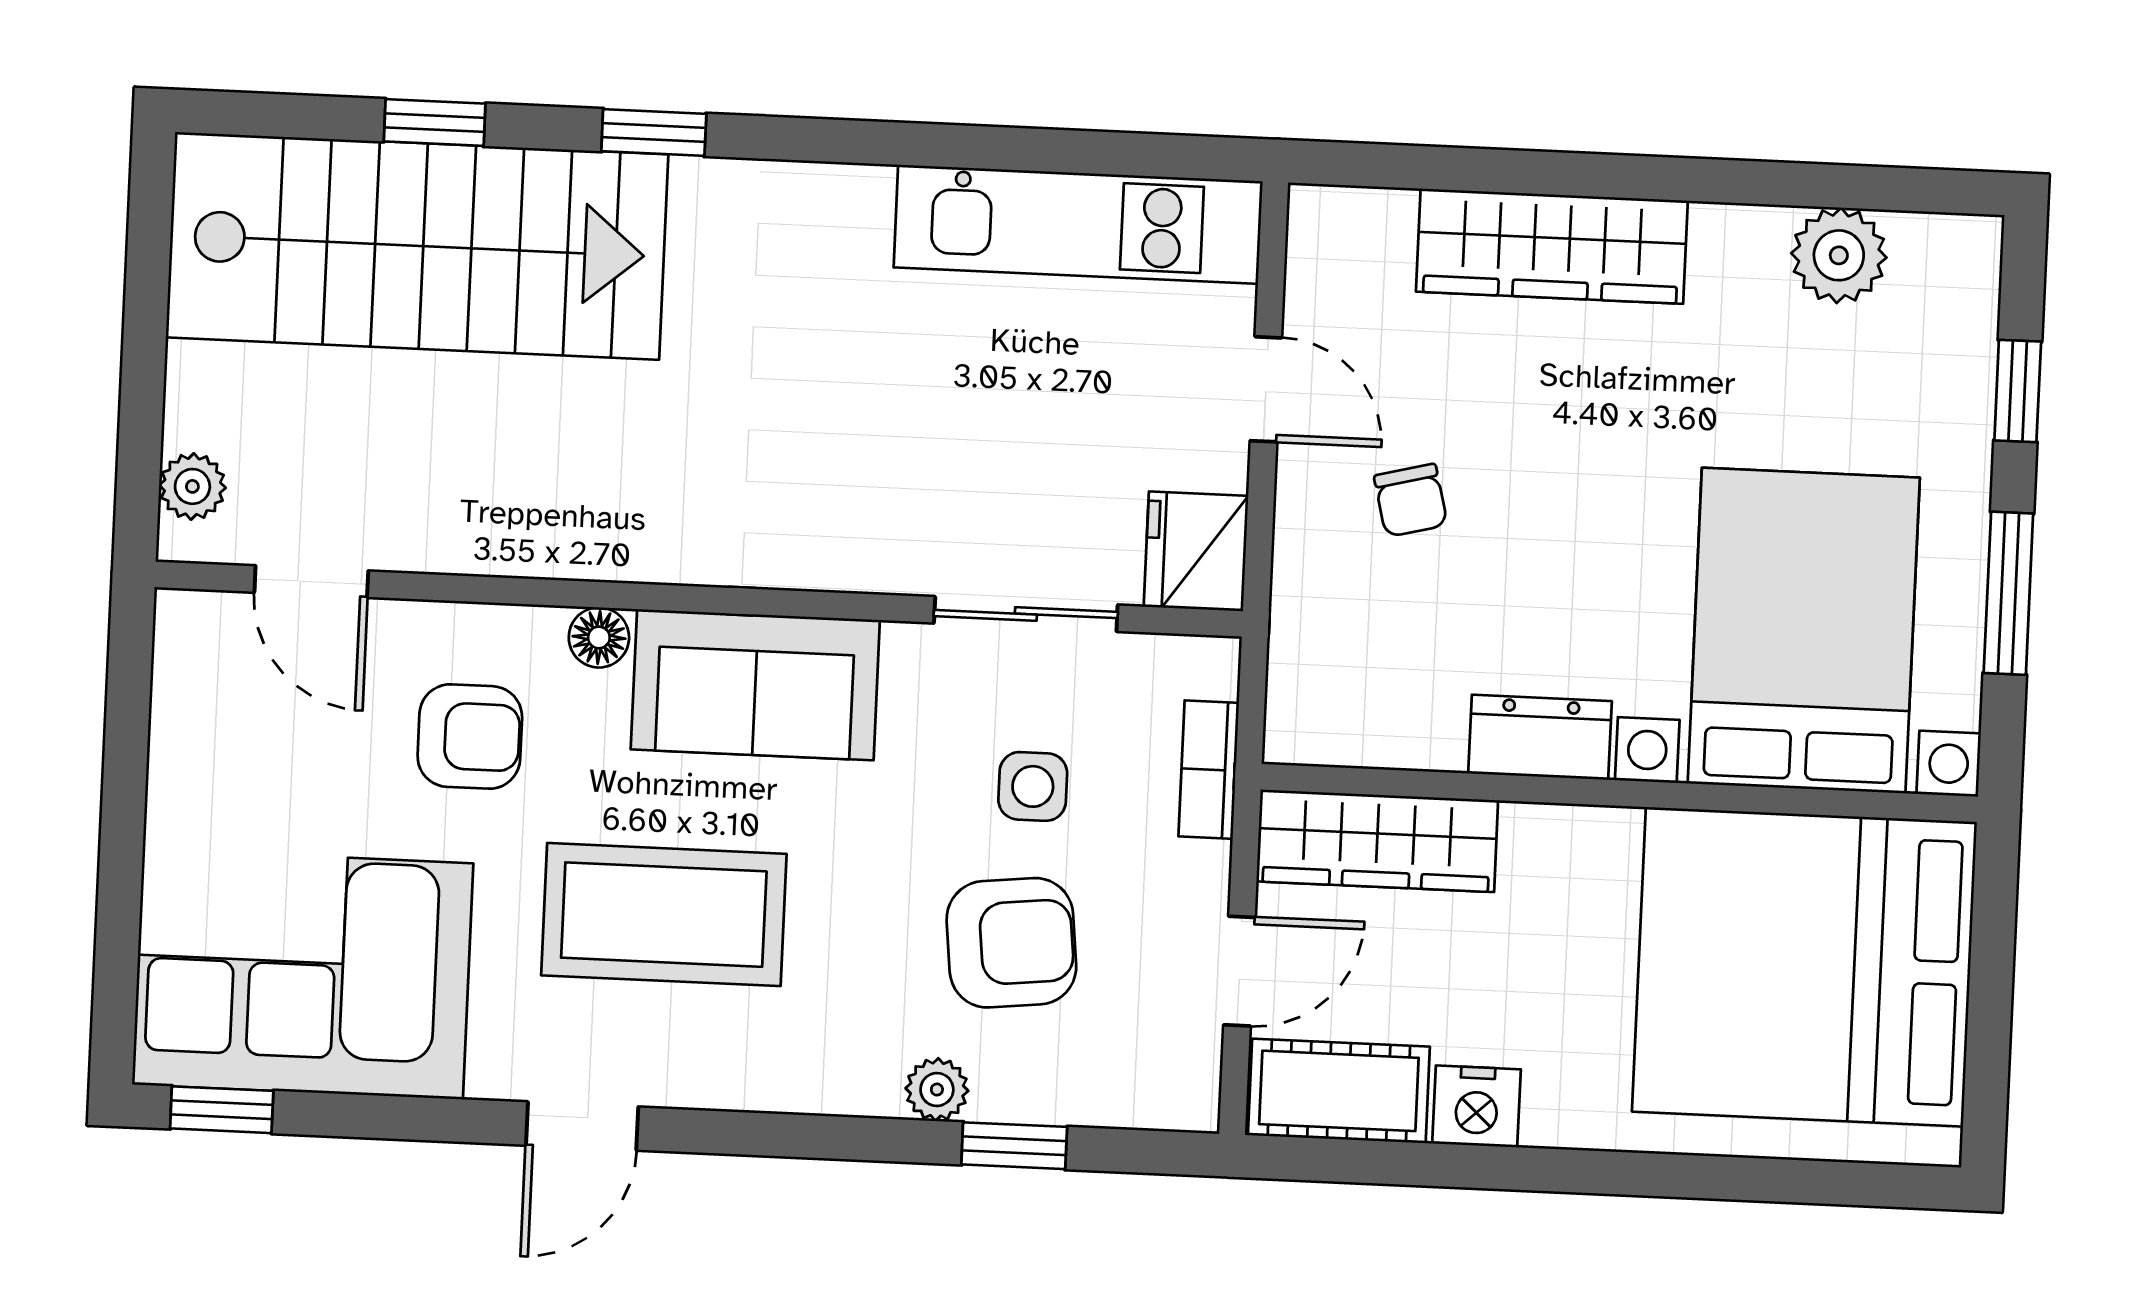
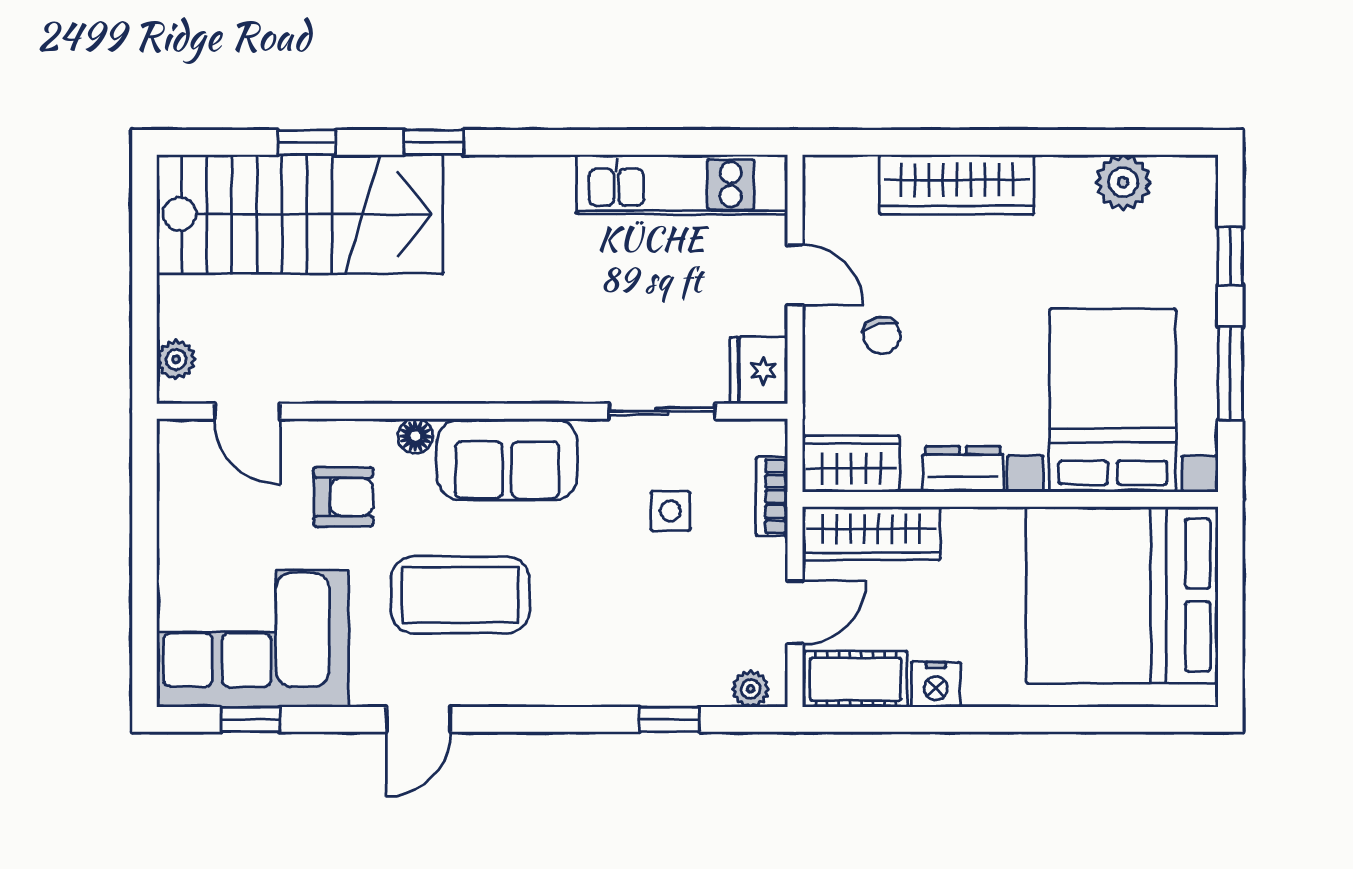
wardrobe: (1348, 719) -> (851, 464), added
armchair: (1011, 943) -> (662, 602), removed
plant: (937, 1090) -> (751, 689), moved
window: (222, 1110) -> (250, 719), moved

